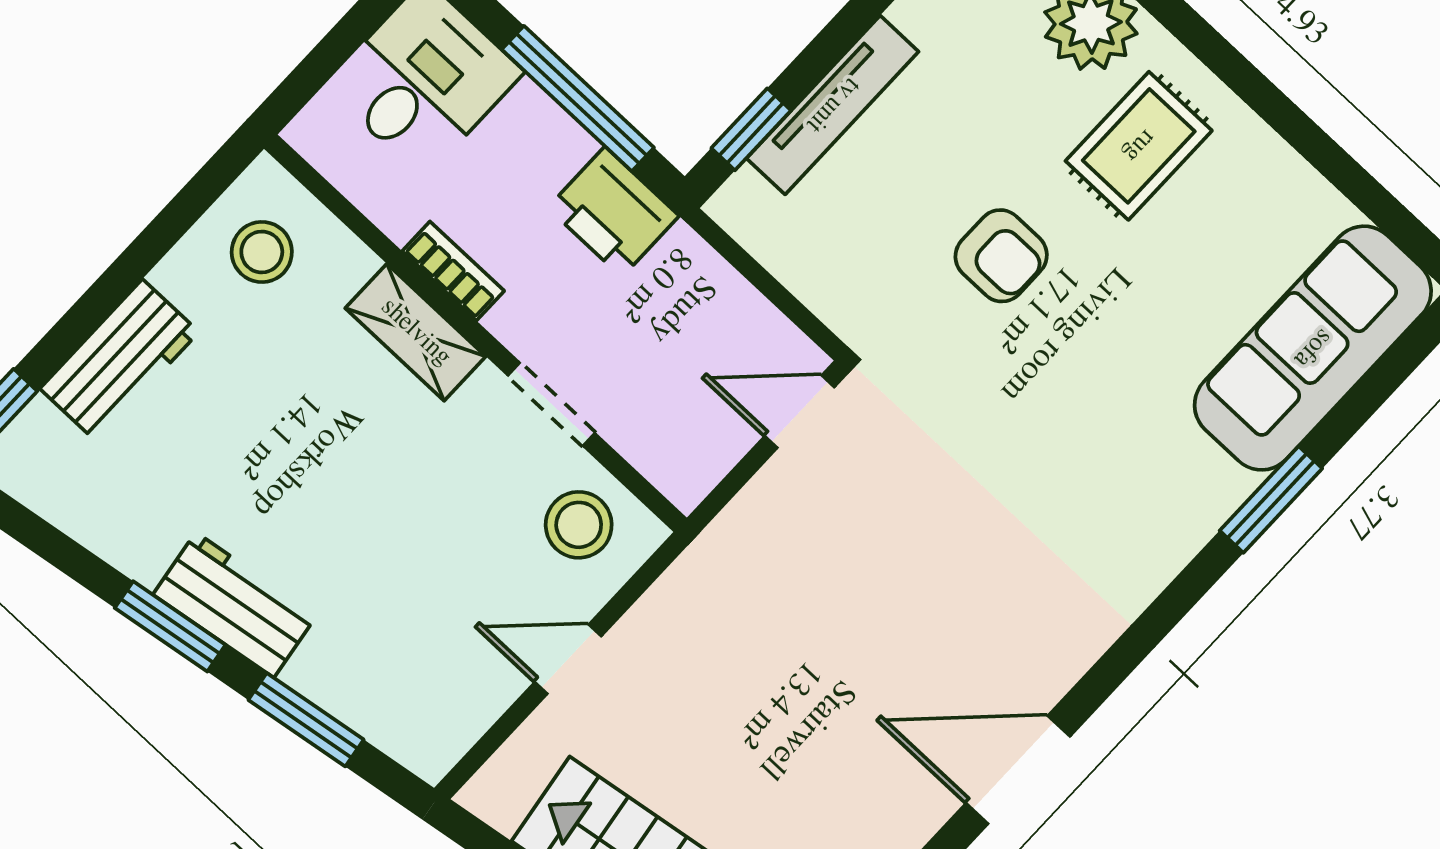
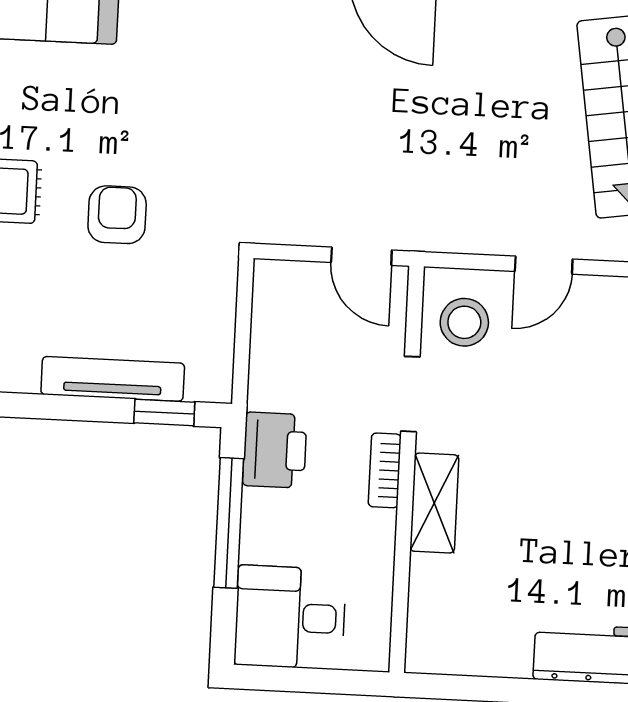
stool: (262, 252) -> (462, 626), removed
bookcase: (453, 271) -> (385, 470), moved
door: (800, 412) -> (361, 256), moved
door: (568, 659) -> (544, 265), hinge flipped

